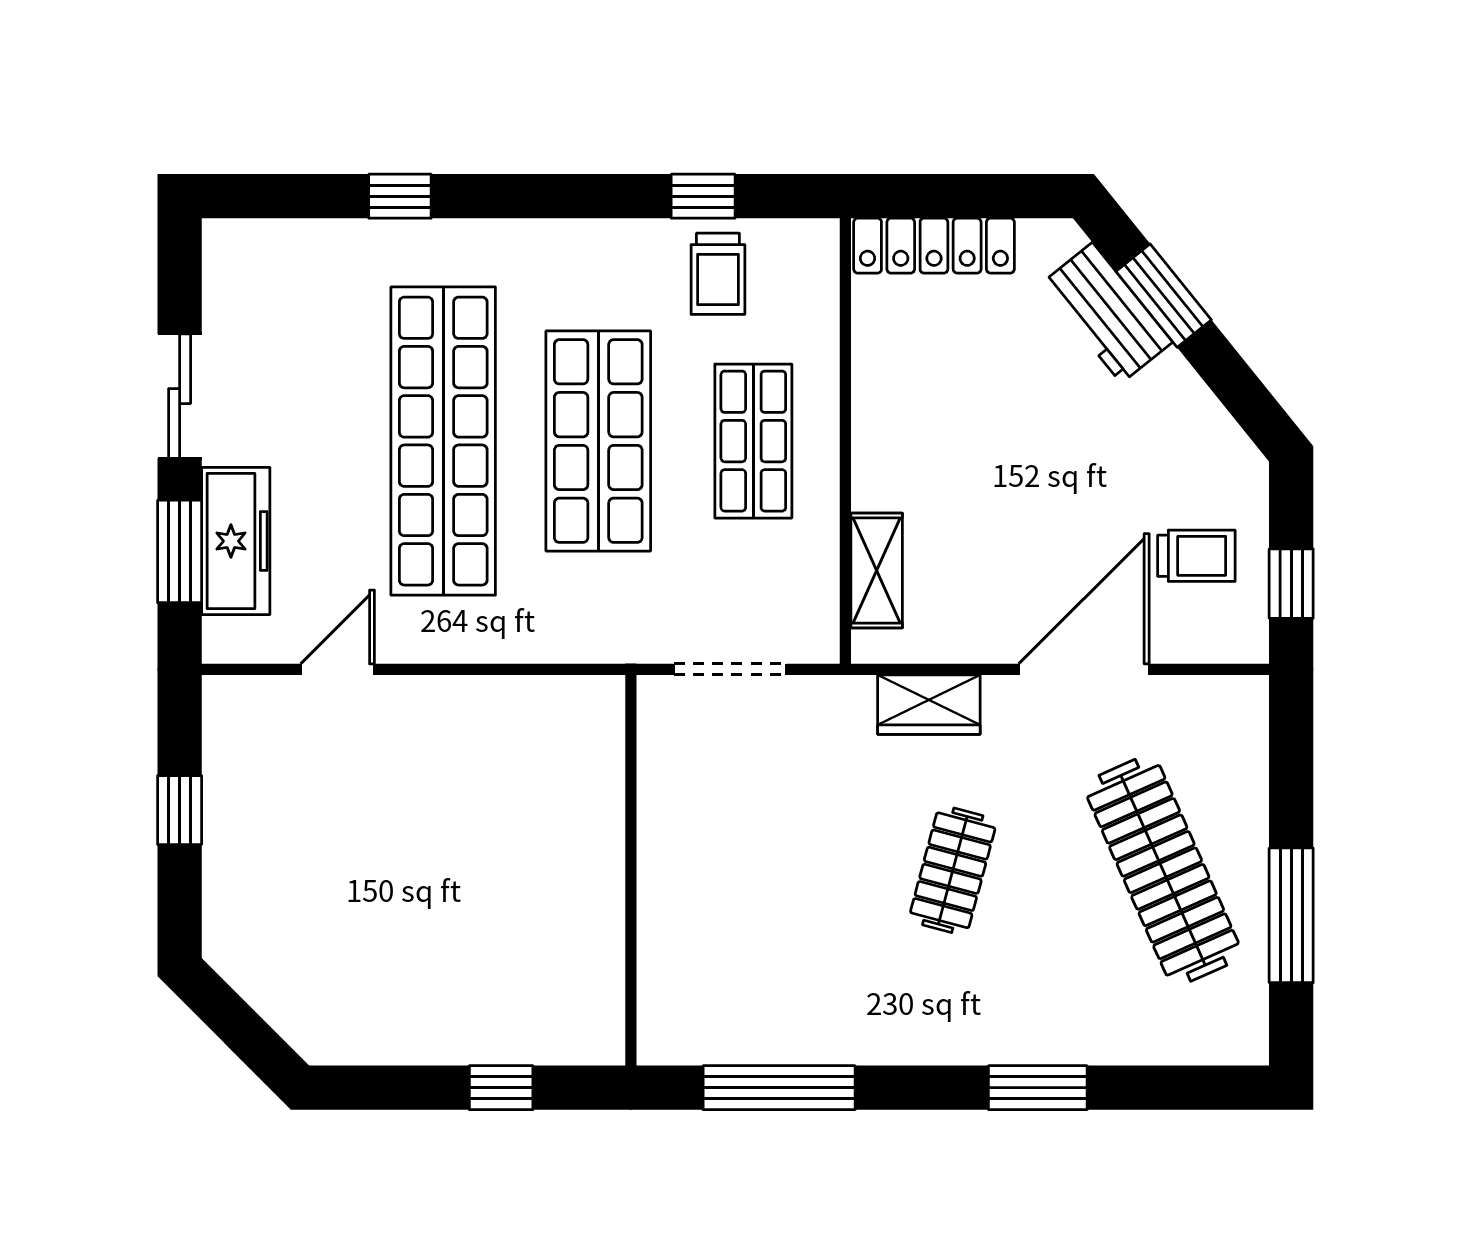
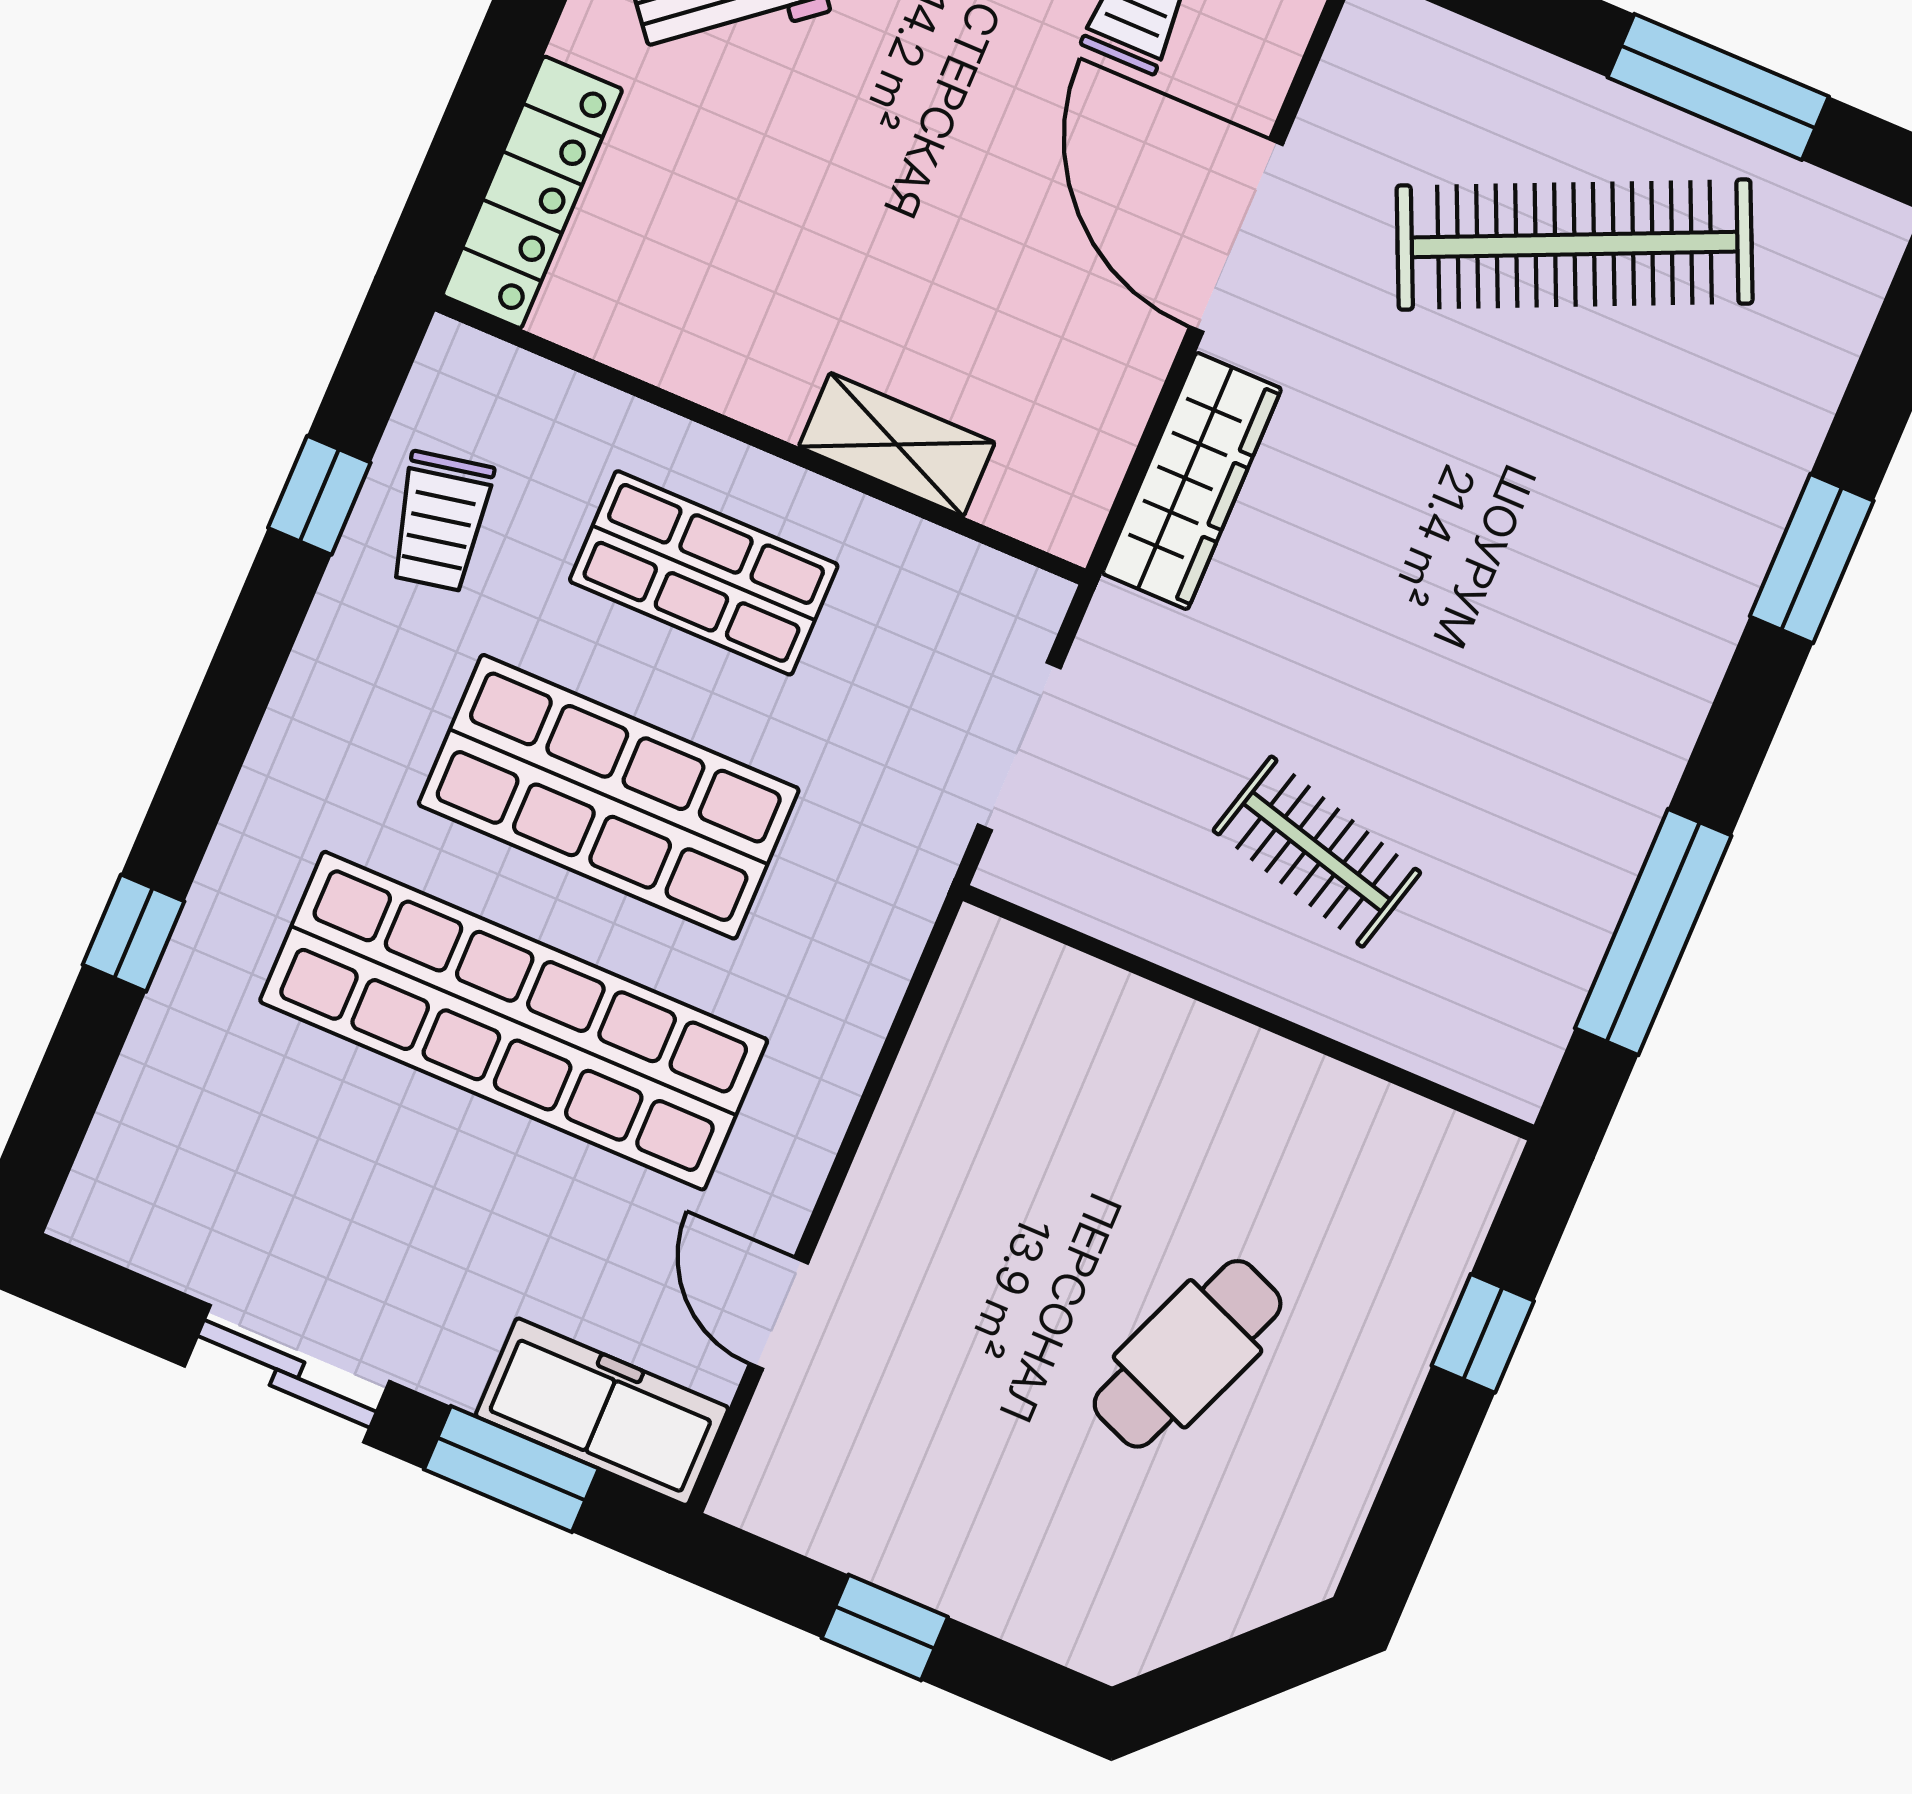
trolley: (718, 274) -> (441, 521), turned 79
freezer: (236, 541) -> (602, 1412), moved
shelving: (877, 571) -> (897, 445), moved
wardrobe: (929, 705) -> (1192, 481), width x1.50
clothes rail: (953, 870) -> (1317, 852), moved
cafe table: (416, 919) -> (1188, 1354), added

